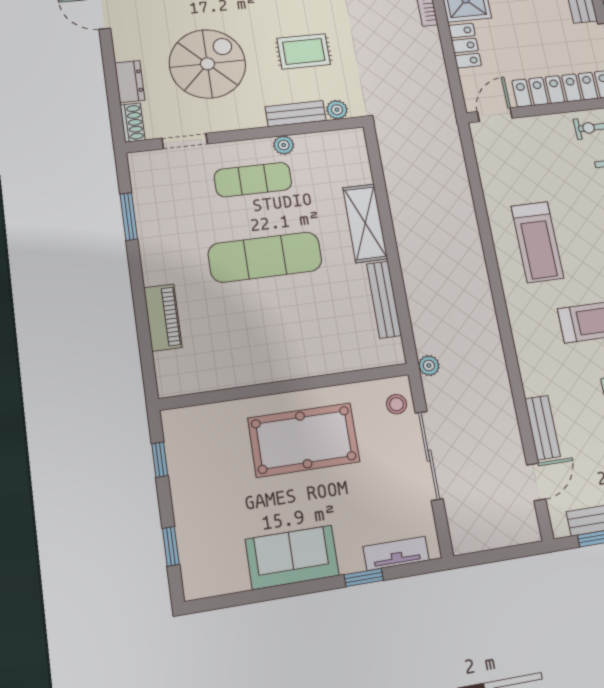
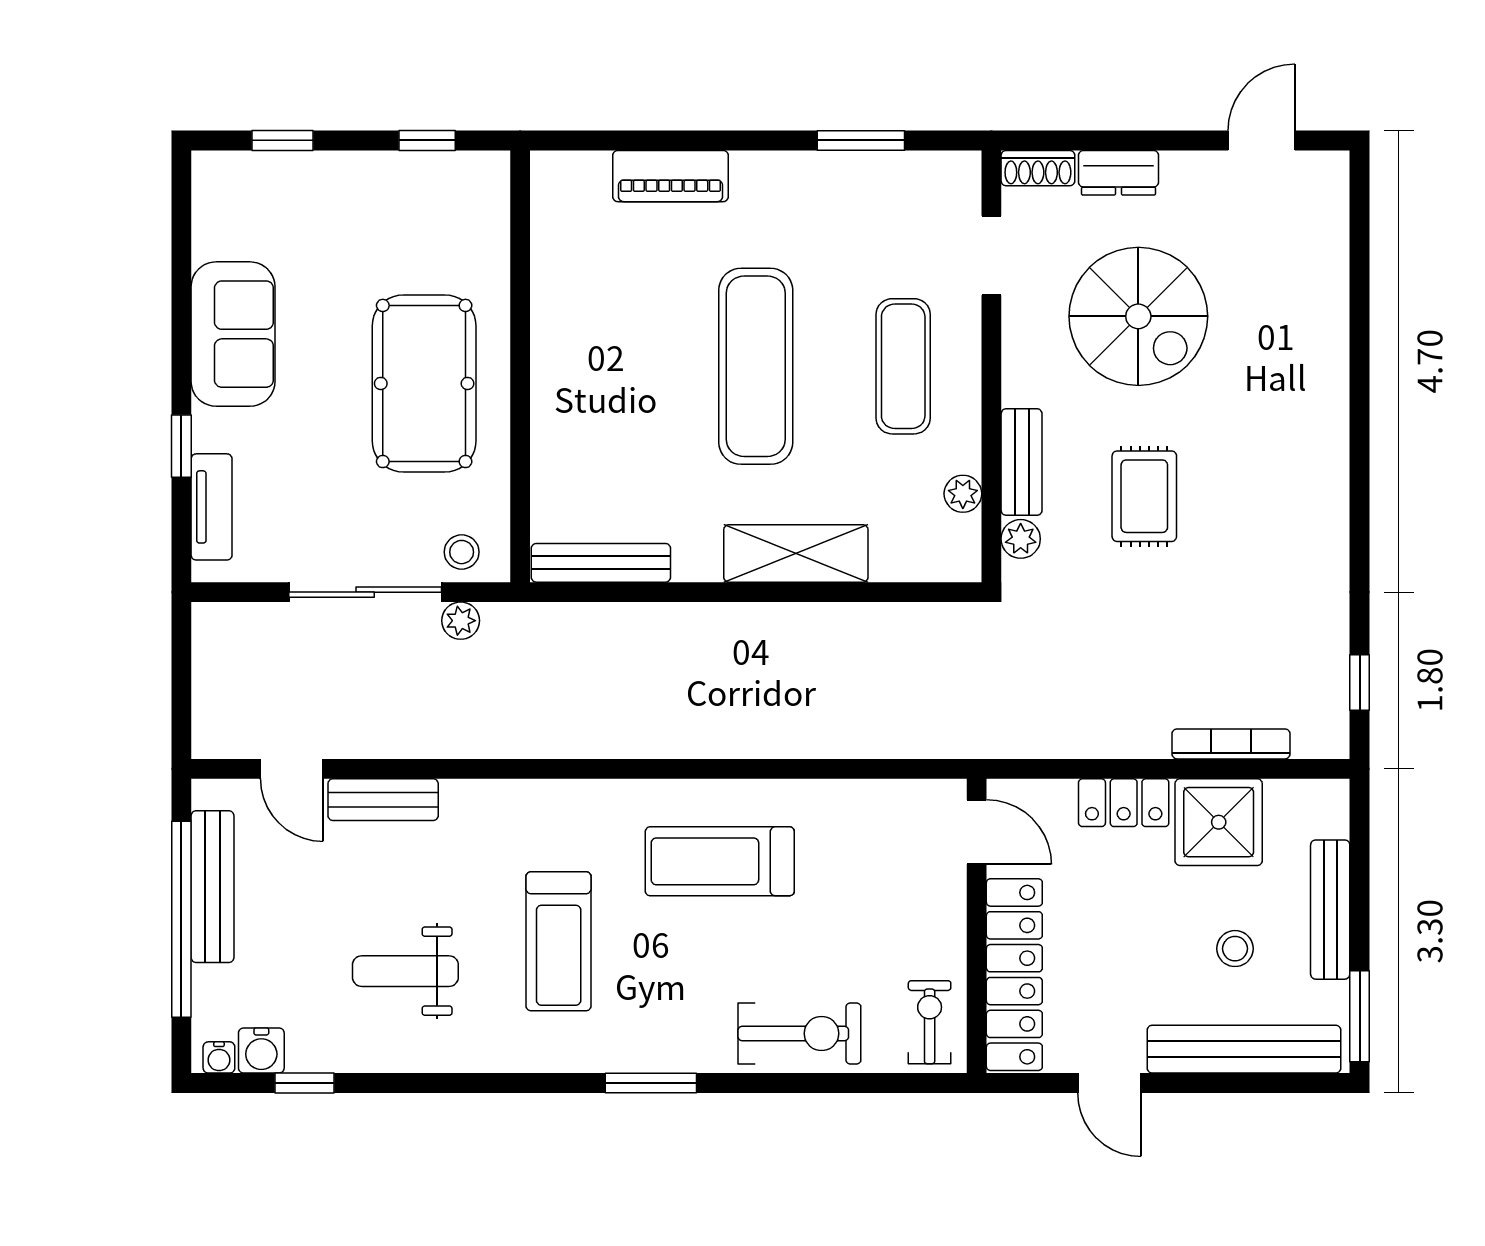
plant: (284, 145) -> (963, 494), moved
bench: (384, 300) -> (601, 563), moved
plant: (429, 366) -> (461, 621), moved

